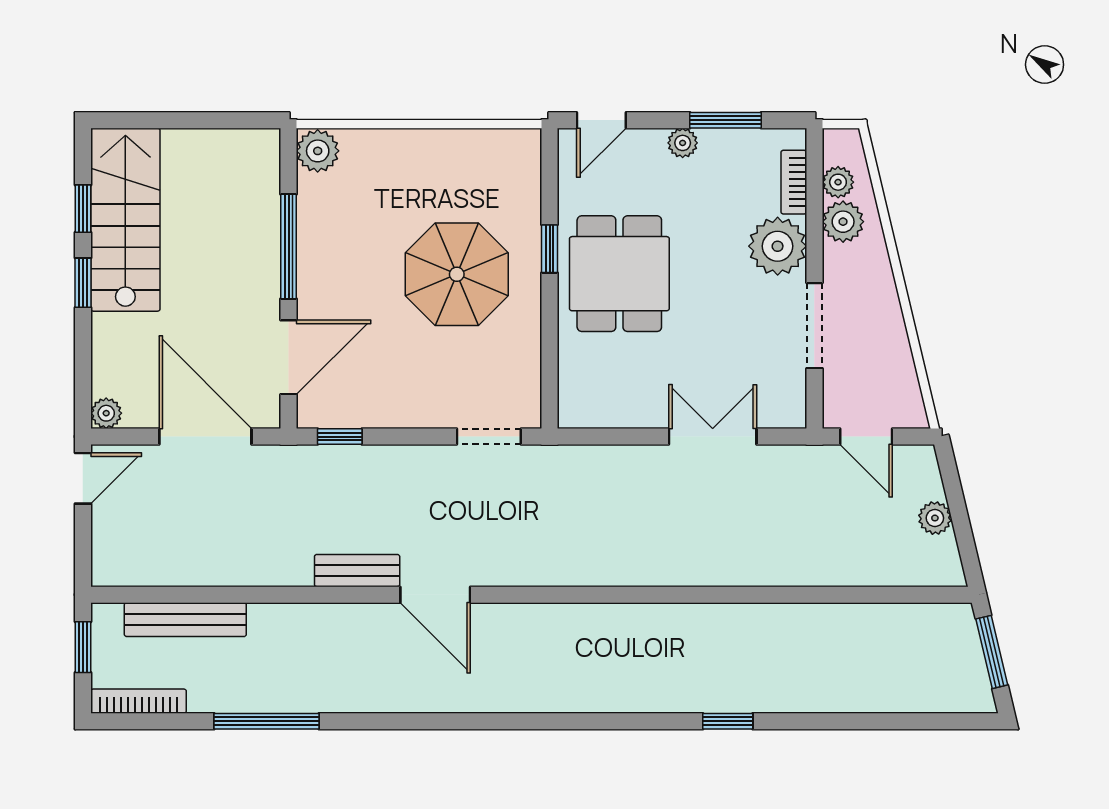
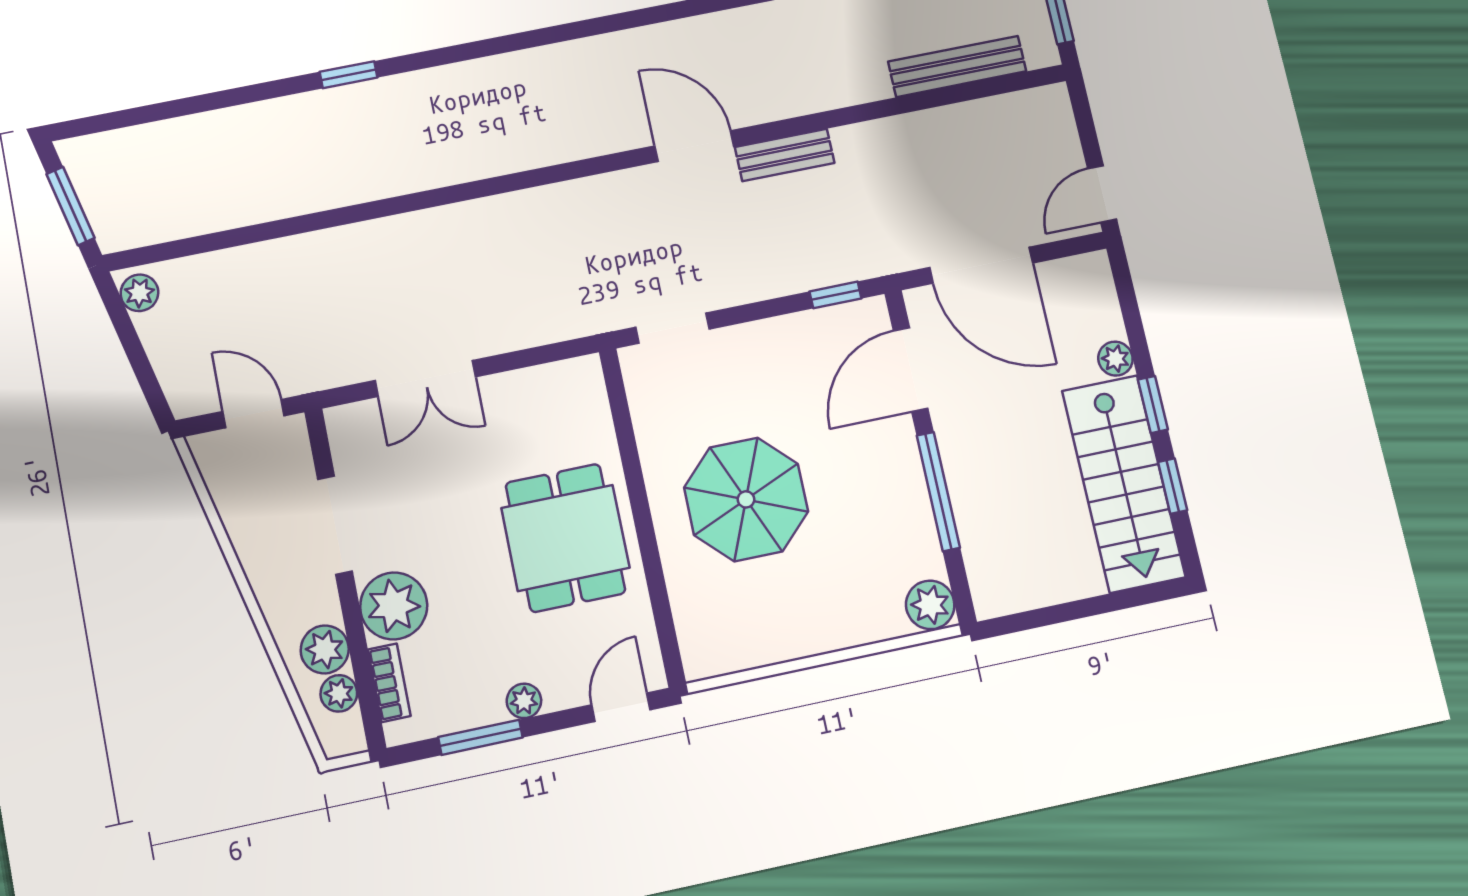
window: (550, 249) -> (649, 549), removed
plant: (106, 413) -> (1115, 359), moved
plant: (935, 518) -> (139, 293), moved

